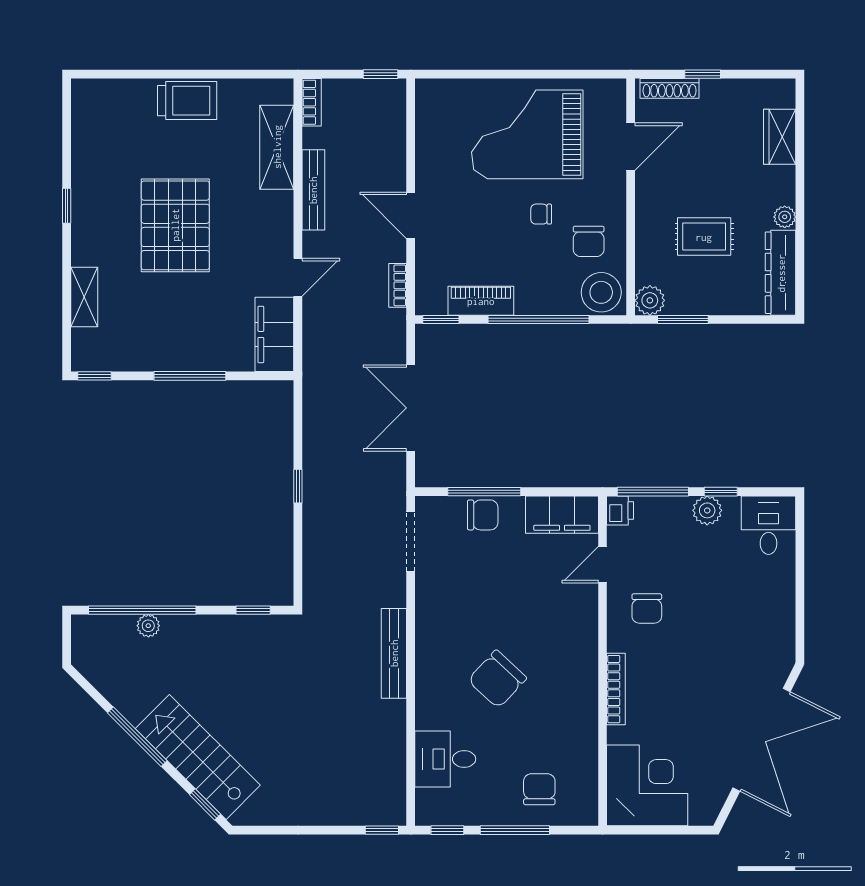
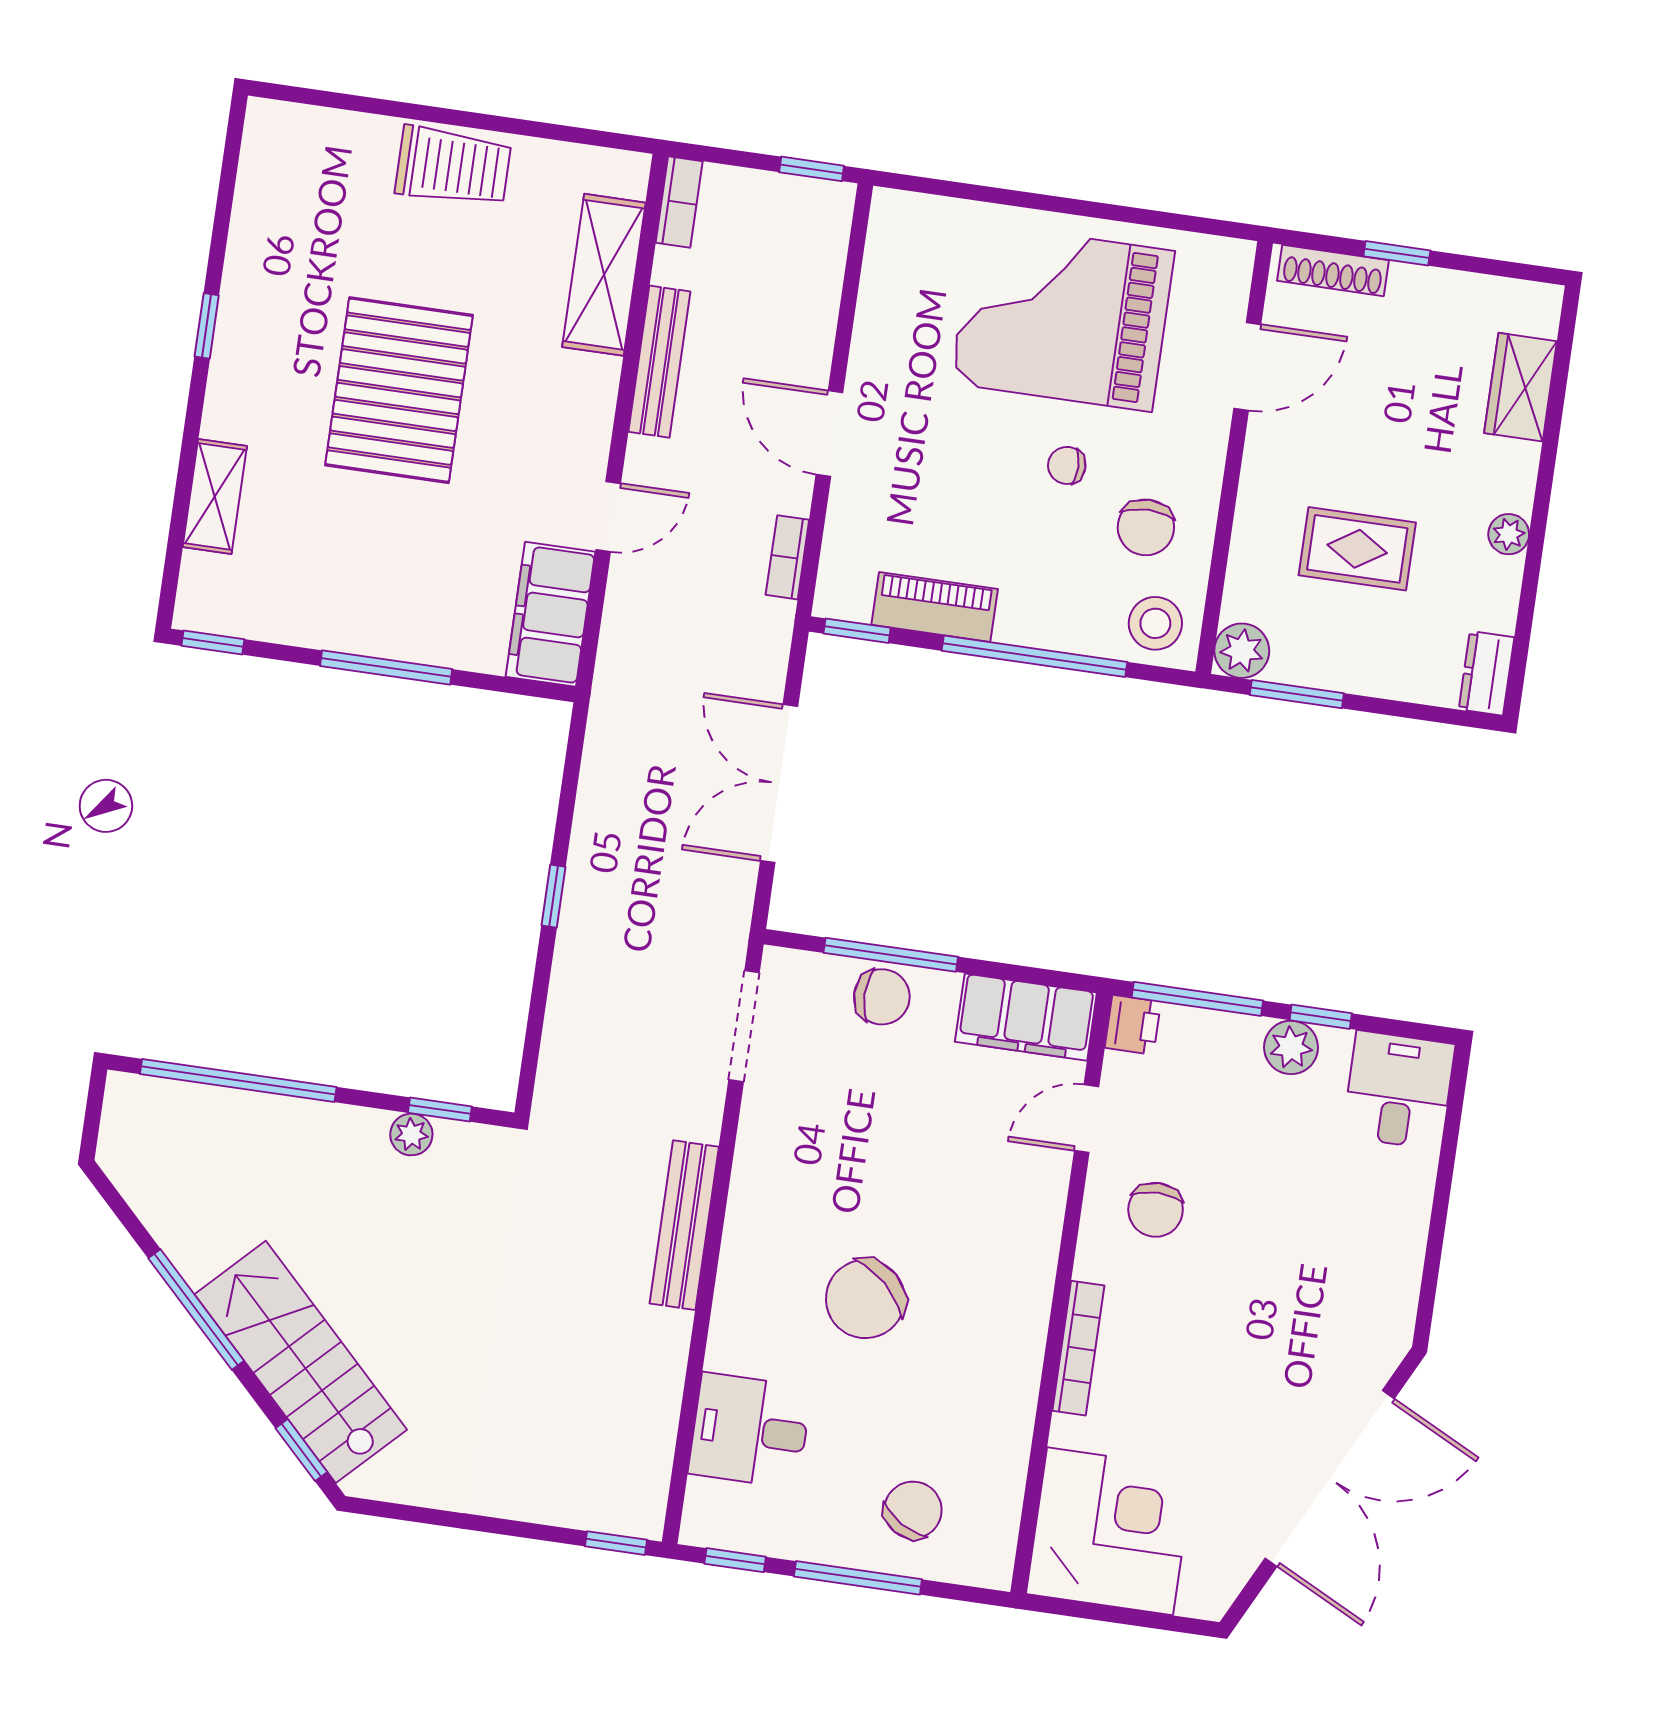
dresser: (781, 273) -> (1486, 673), width x0.51, depth x0.80
stool: (601, 292) -> (1155, 623), width x0.73, depth x0.73
plant: (148, 626) -> (411, 1134), moved
chair: (539, 789) -> (913, 1510), turned 31

